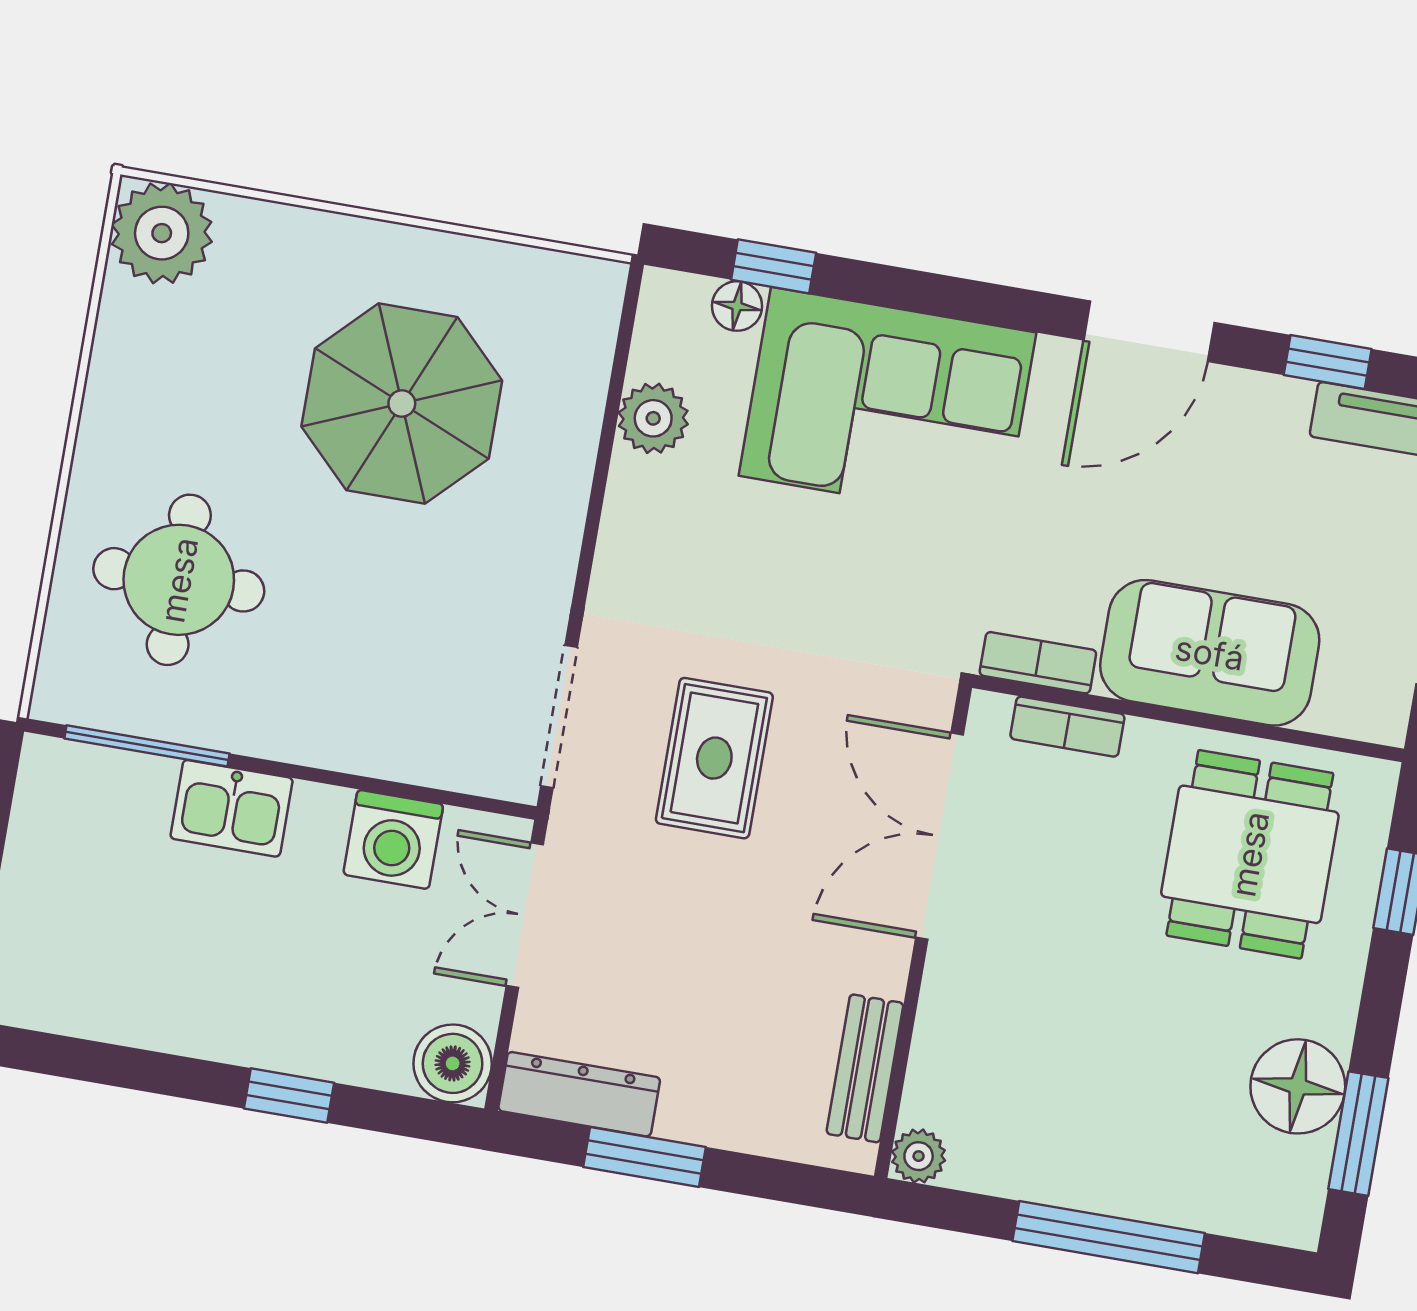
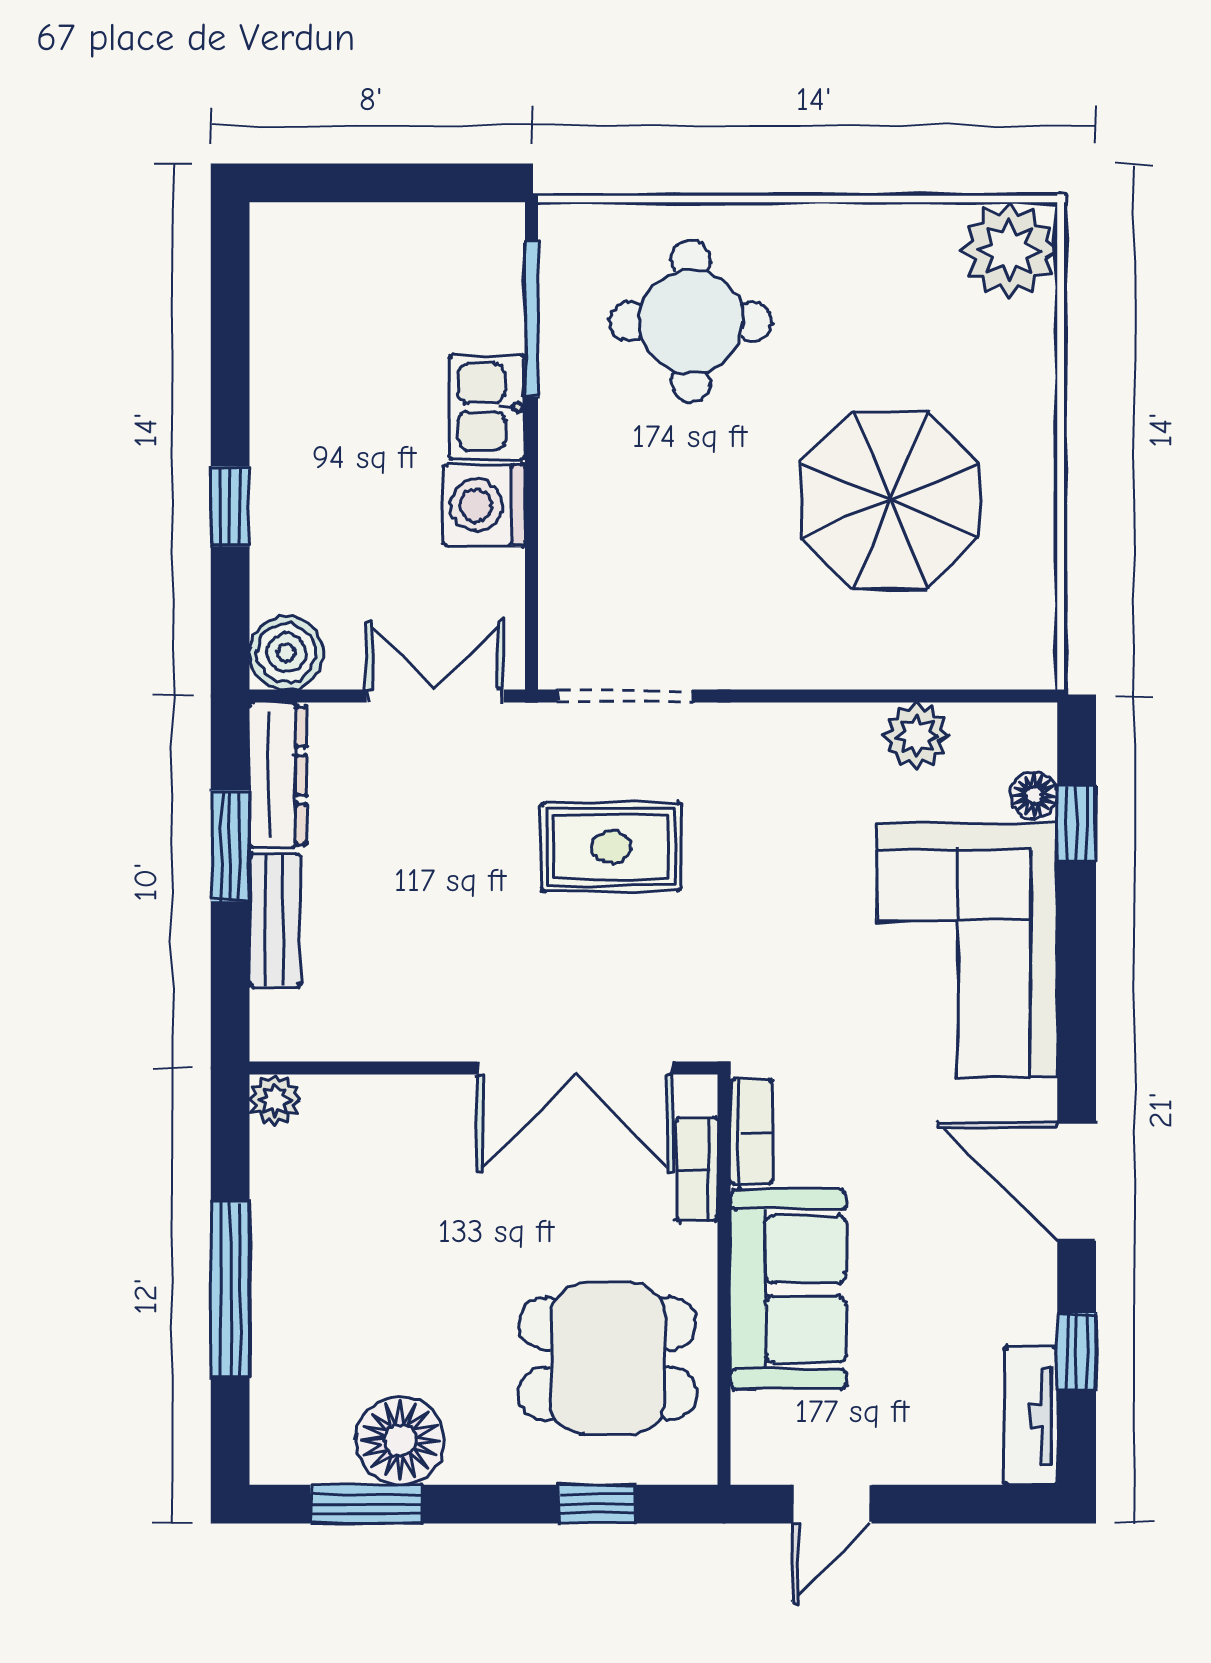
double door: (939, 836) -> (575, 1068), swing flipped
washing machine: (393, 839) -> (484, 505), moved
bench: (865, 1068) -> (275, 920), moved, turned 90

